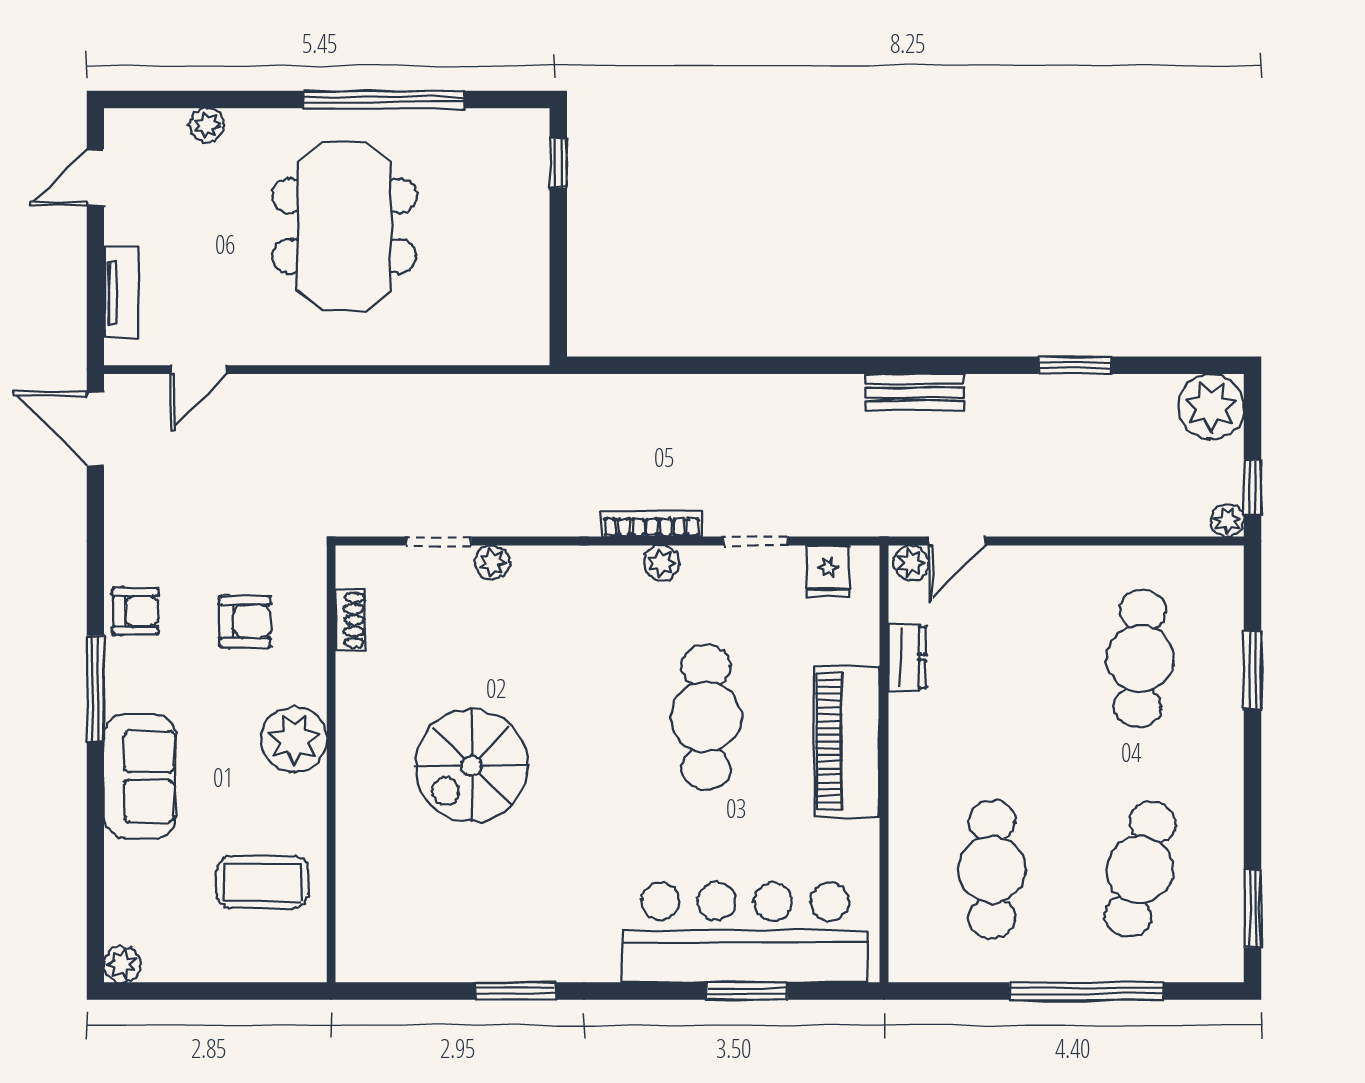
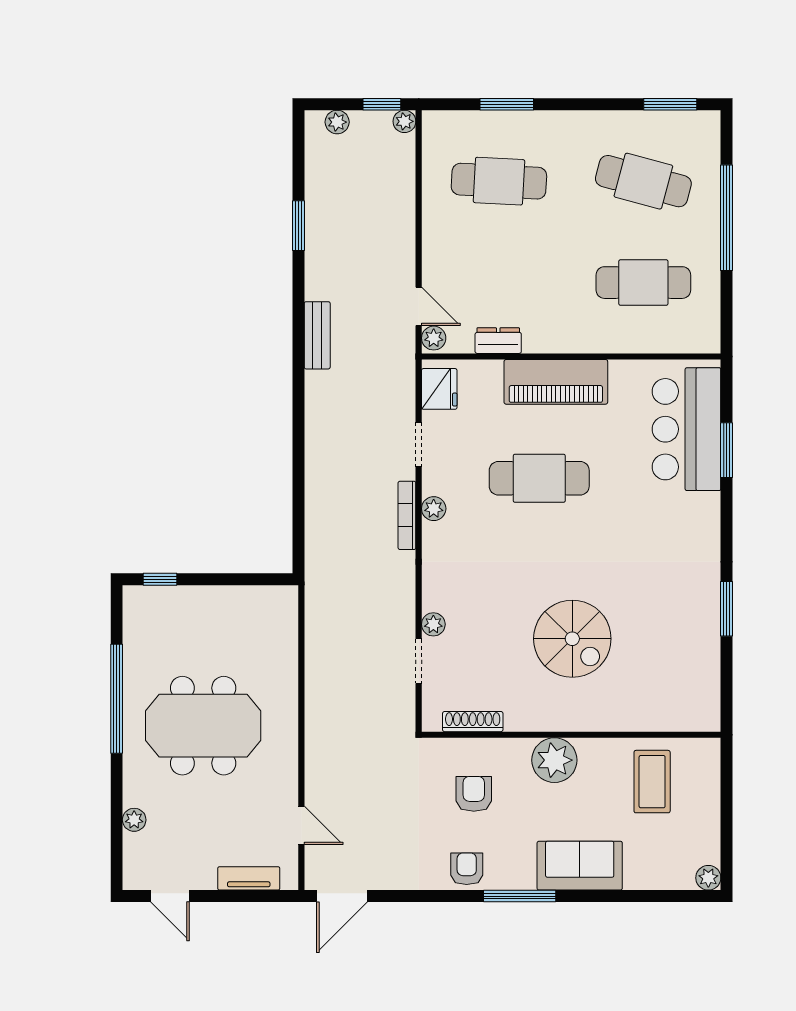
plant: (1211, 407) -> (337, 122), width x0.53, depth x0.53
fridge: (828, 571) -> (439, 389), width x1.38
shoe rack: (350, 620) -> (473, 722), width x1.43
bar counter: (745, 932) -> (687, 429), width x0.73

